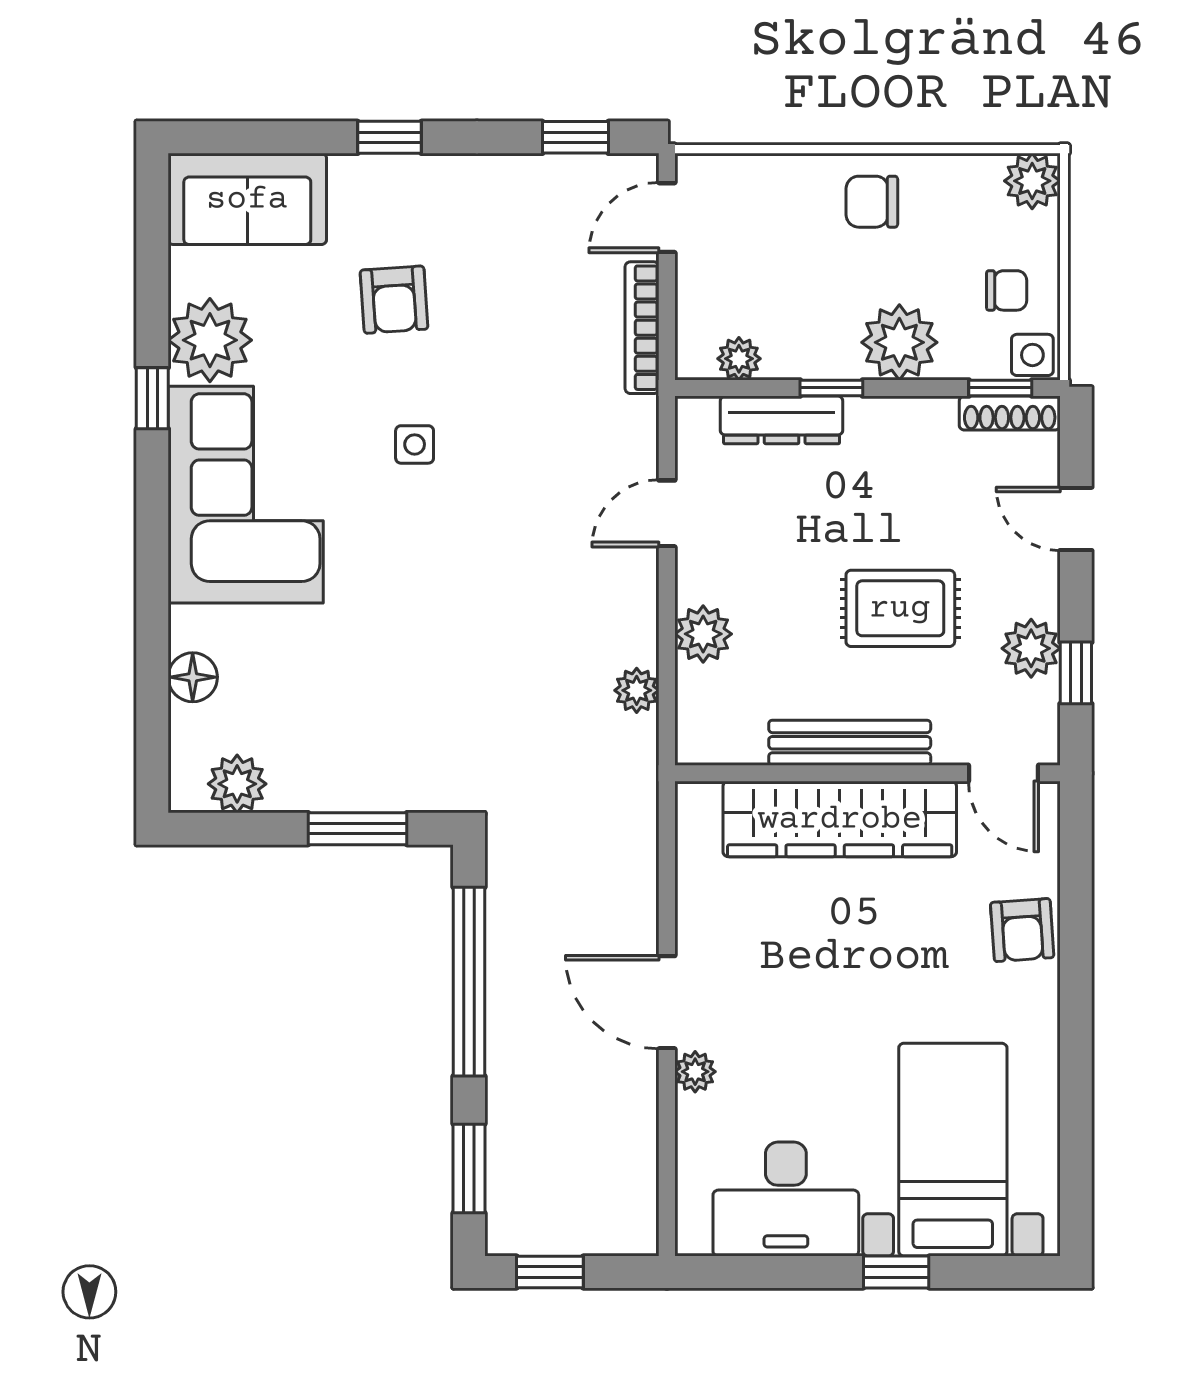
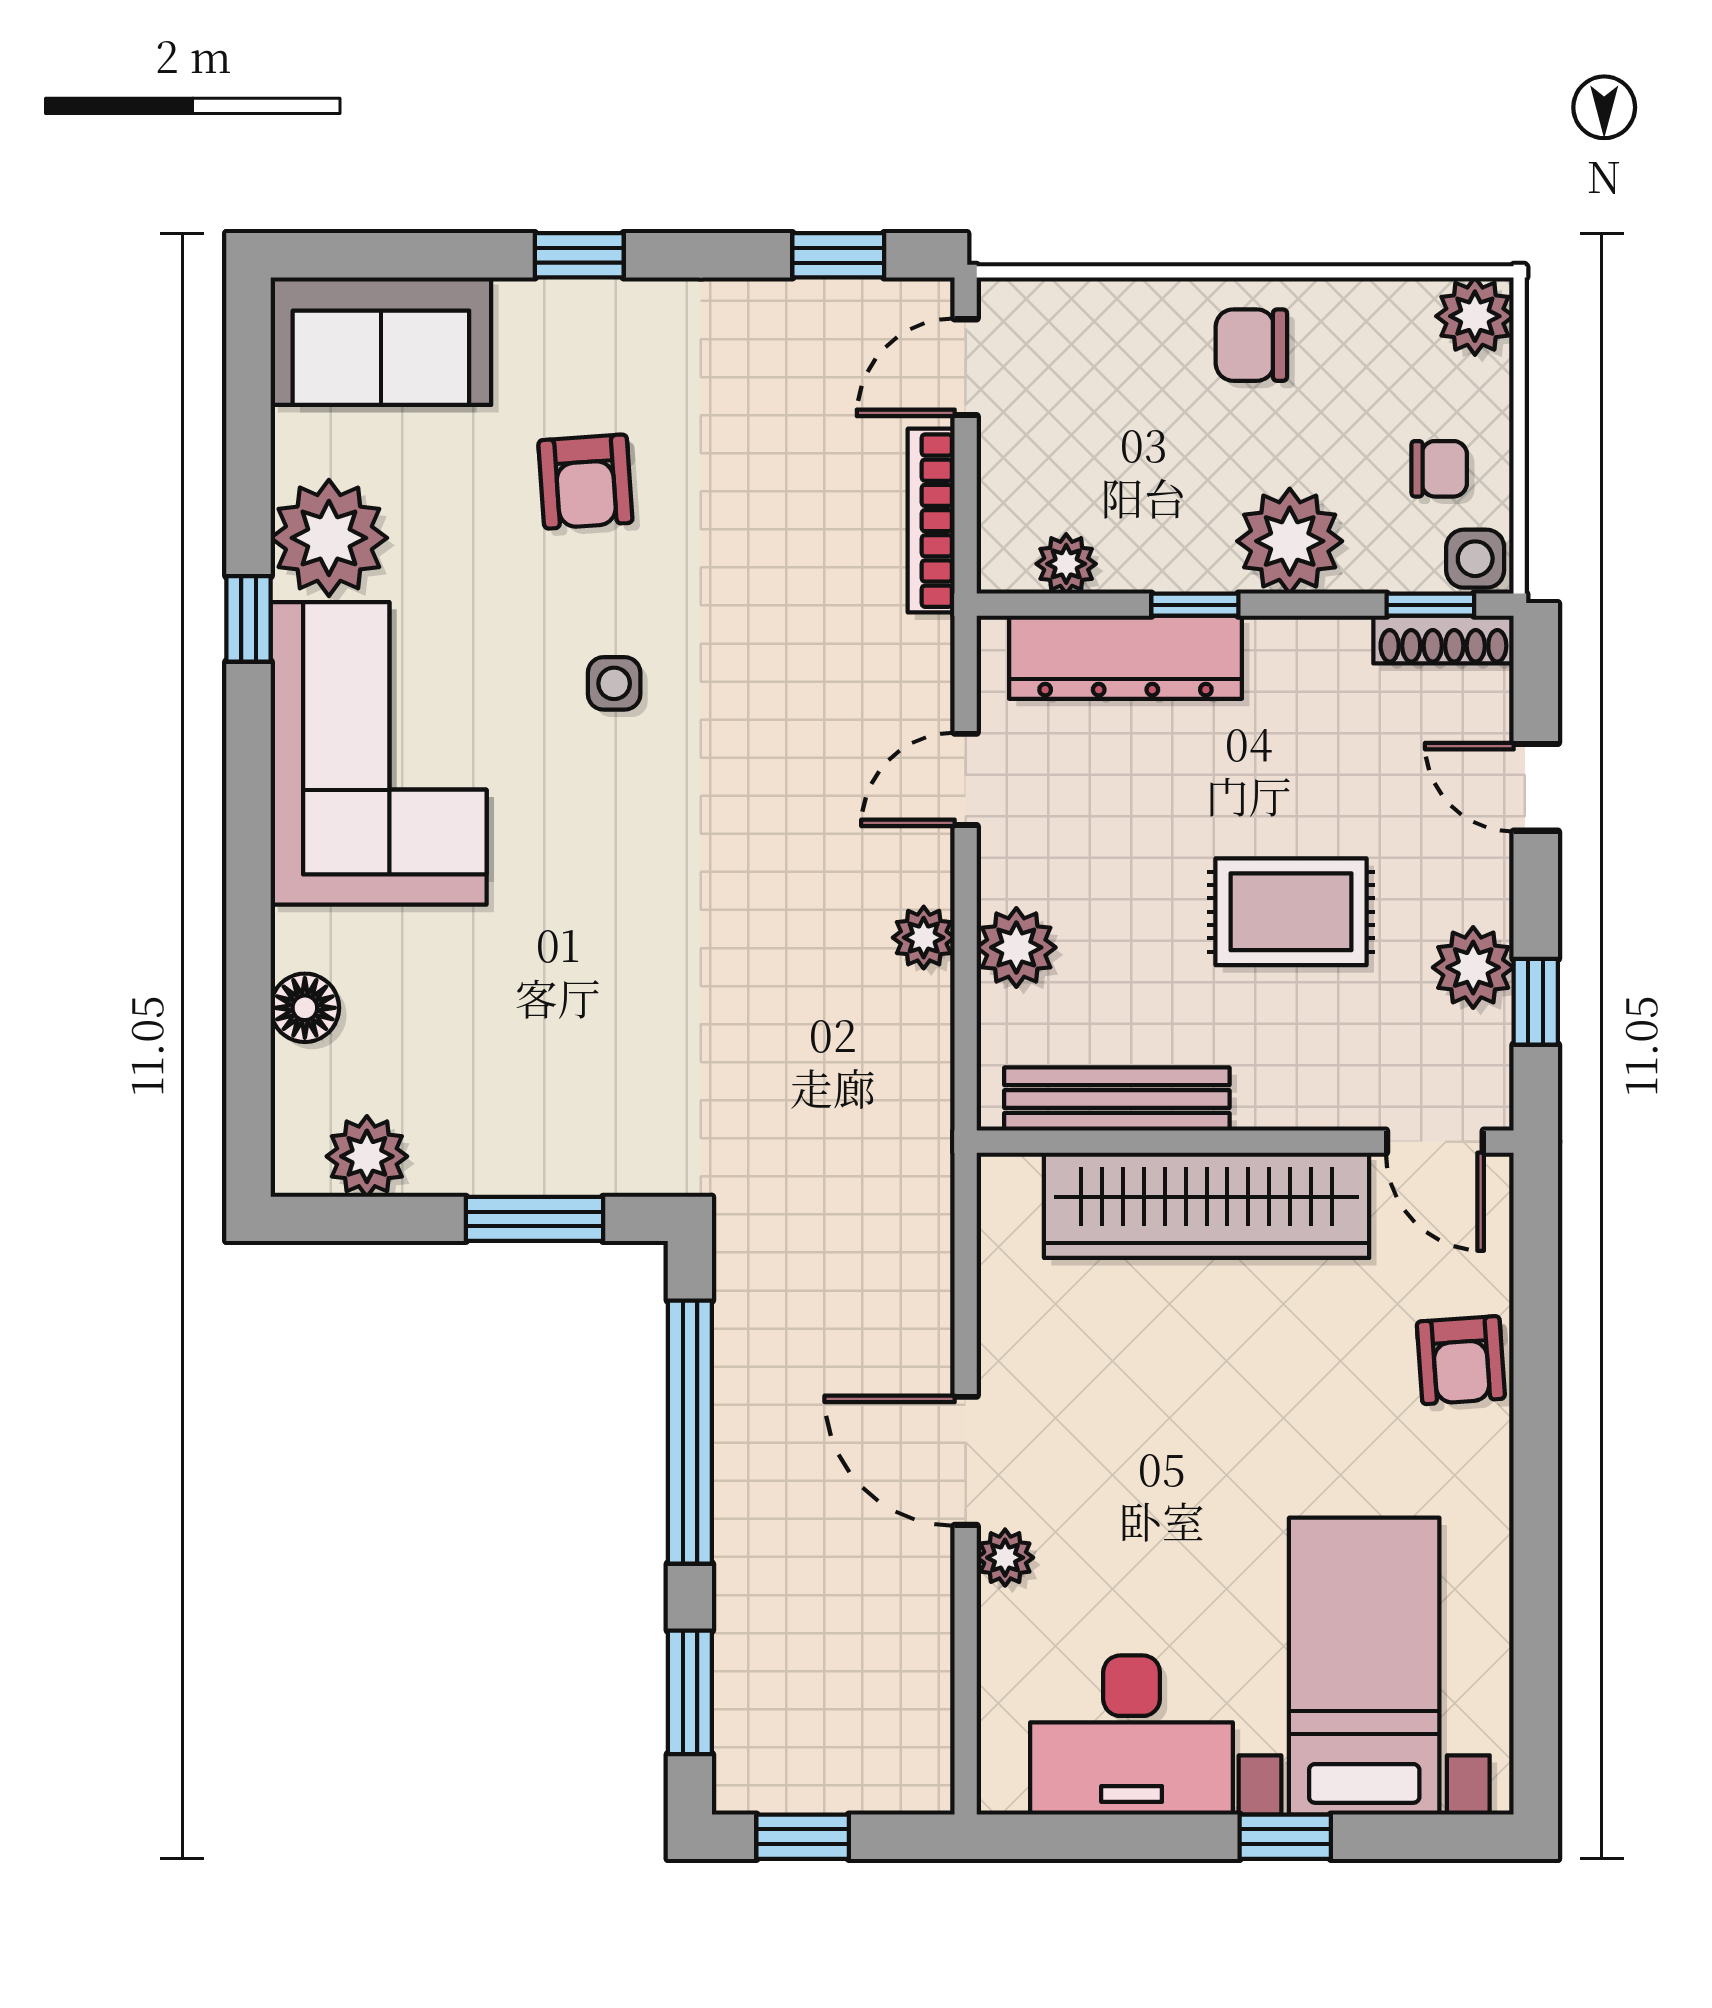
dresser: (782, 420) -> (1126, 657), width x1.37, depth x1.24
plant: (637, 690) -> (924, 938), moved
bench: (850, 743) -> (1117, 1099), moved

